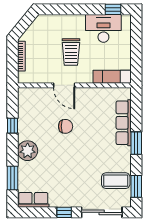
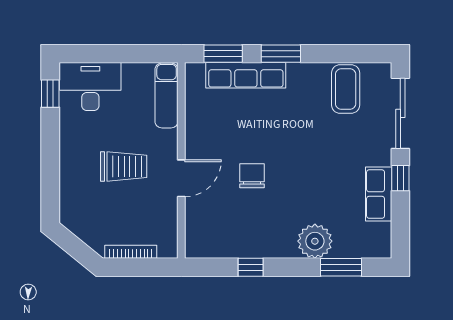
desk: (103, 28) -> (90, 87), moved, turned 90
plant: (28, 151) -> (315, 241), moved
window: (136, 186) -> (223, 54), moved
row of seats: (33, 200) -> (379, 194), moved

